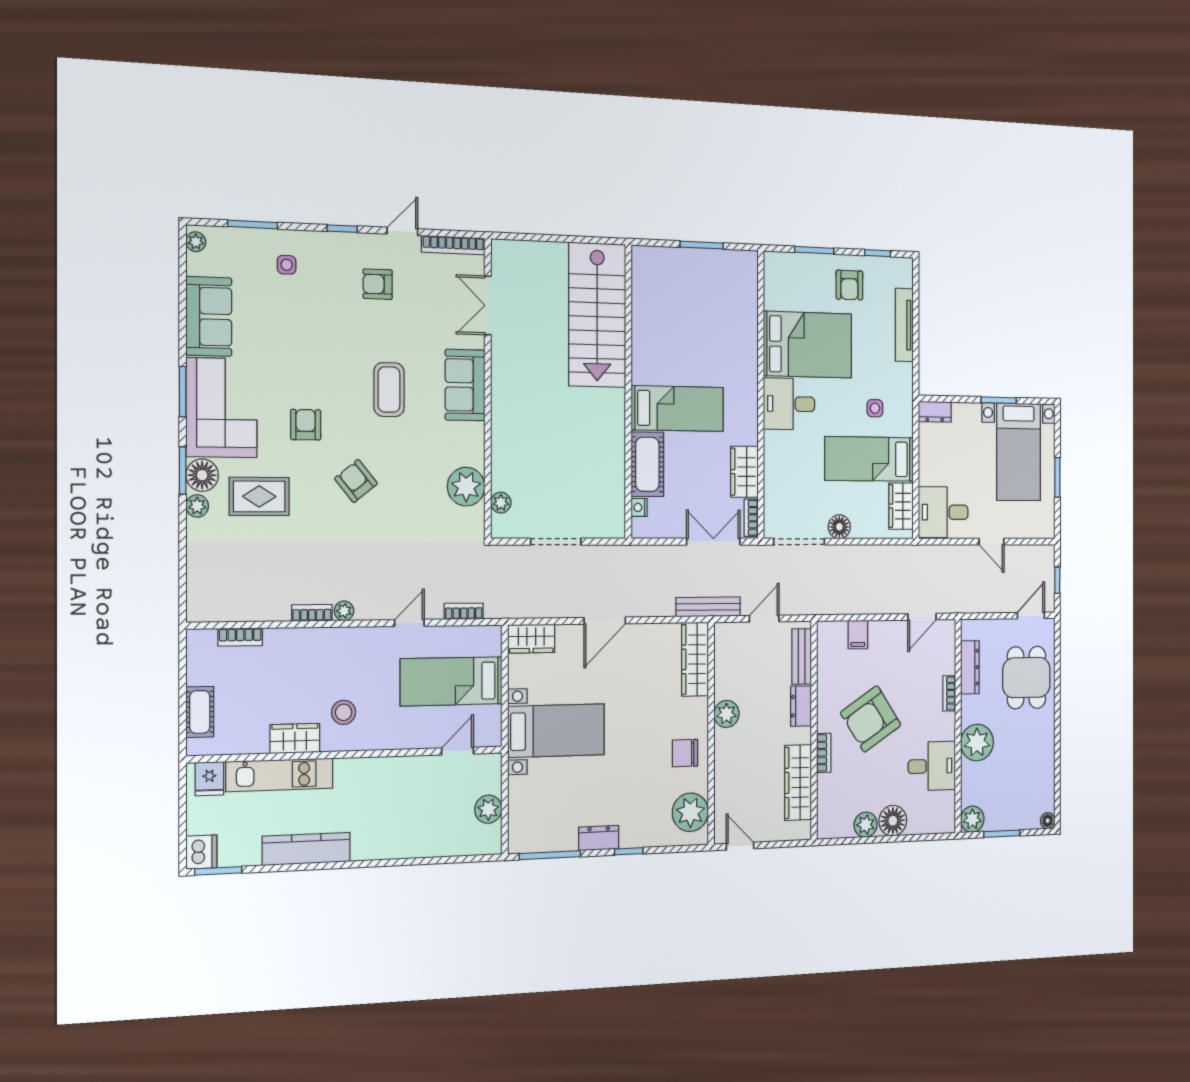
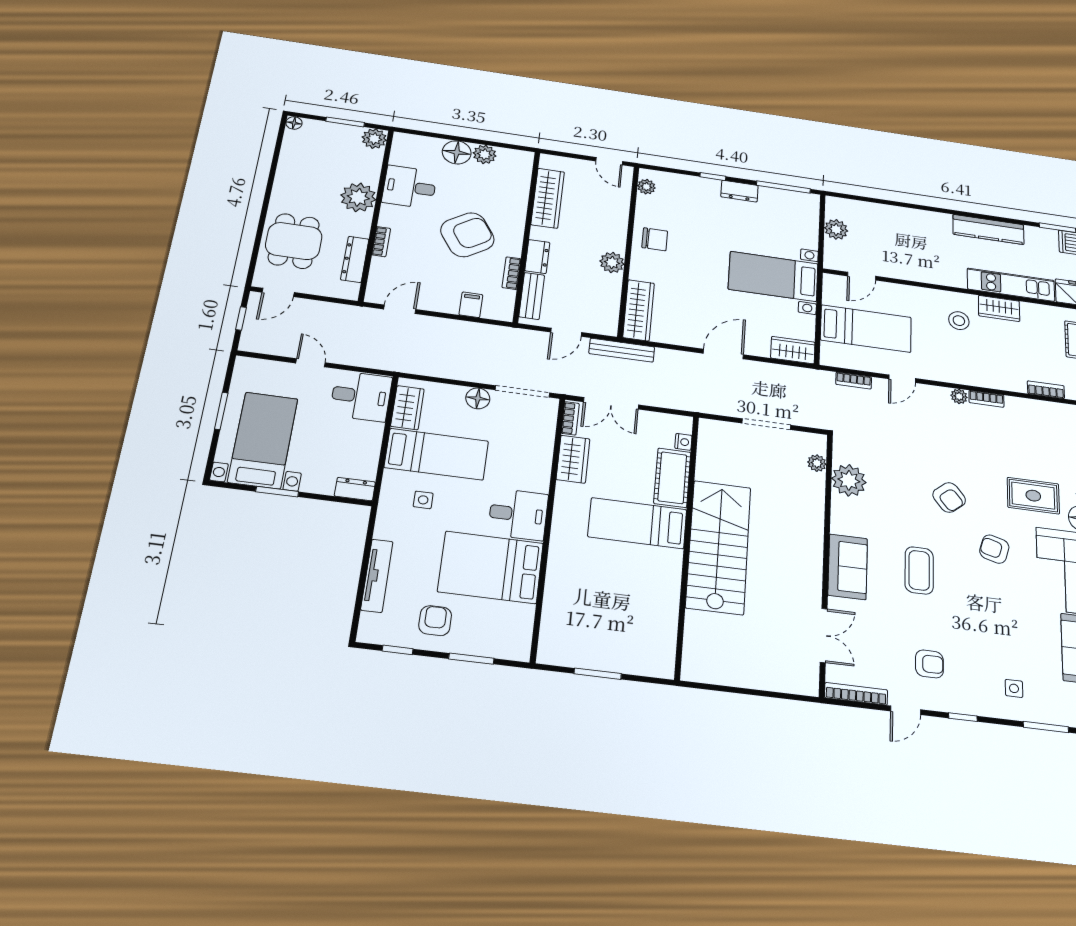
stairs: (597, 315) -> (718, 547), moved
armchair: (306, 425) -> (994, 549), turned 106
bookcase: (824, 753) -> (511, 273), moved
plant: (690, 812) -> (646, 187), width x0.53, depth x0.53

